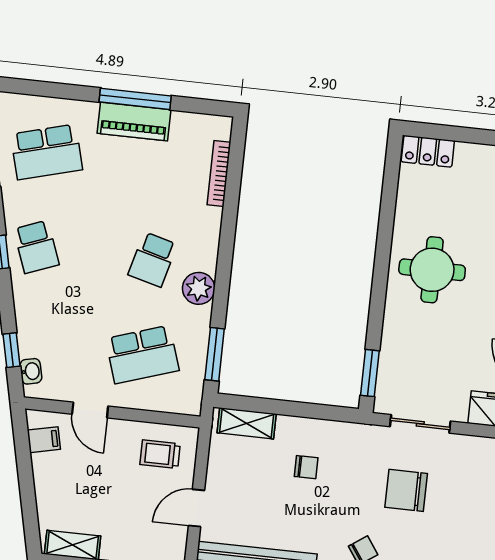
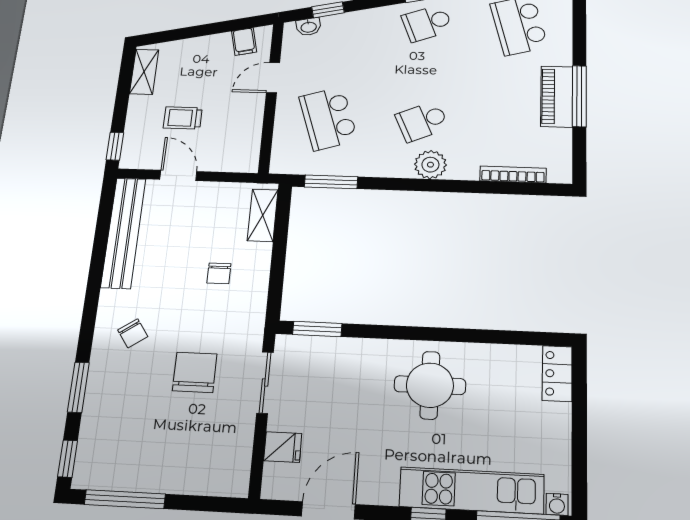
school desk: (153, 260) -> (422, 121), turned -39
plant: (199, 288) -> (430, 165), moved
trolley: (160, 454) -> (183, 118), moved, turned -90

